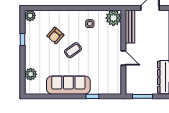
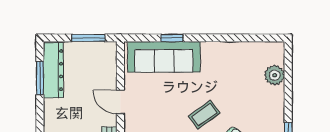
sofa: (68, 85) -> (164, 57), moved

